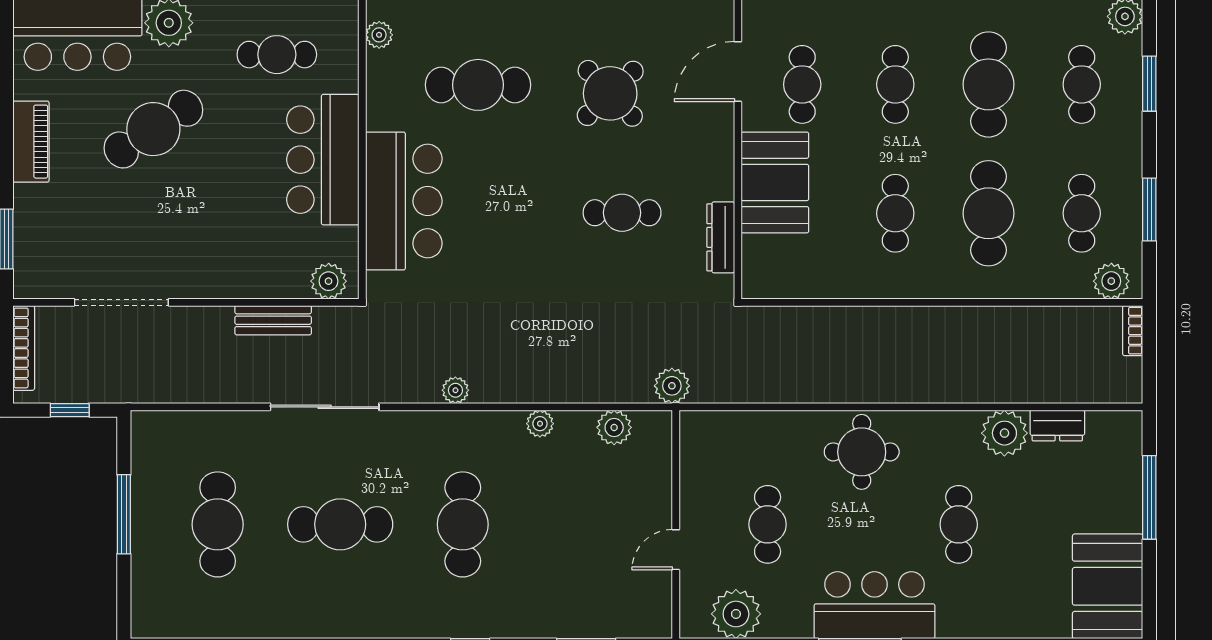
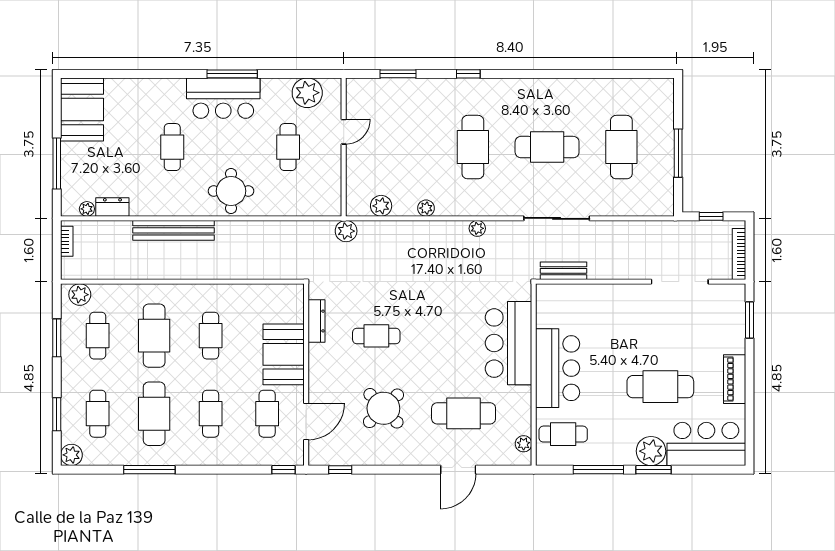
cafe table: (277, 55) -> (563, 434), moved
cafe table: (153, 129) -> (660, 387), turned 33
plant: (329, 281) -> (554, 294), removed
bench: (273, 320) -> (564, 271), moved
bookcase: (1133, 331) -> (67, 241), moved
bench: (956, 387) -> (174, 230), added
plant: (1004, 433) -> (87, 209), moved, width x0.53, depth x0.53

